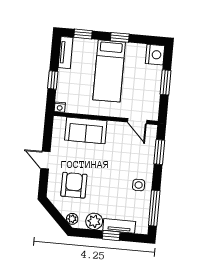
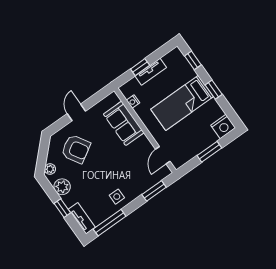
tv unit: (66, 53) -> (151, 72), moved
nightstand: (60, 107) -> (133, 102), moved
armchair: (74, 185) -> (76, 149), turned 59
tv unit: (119, 226) -> (82, 218), moved

